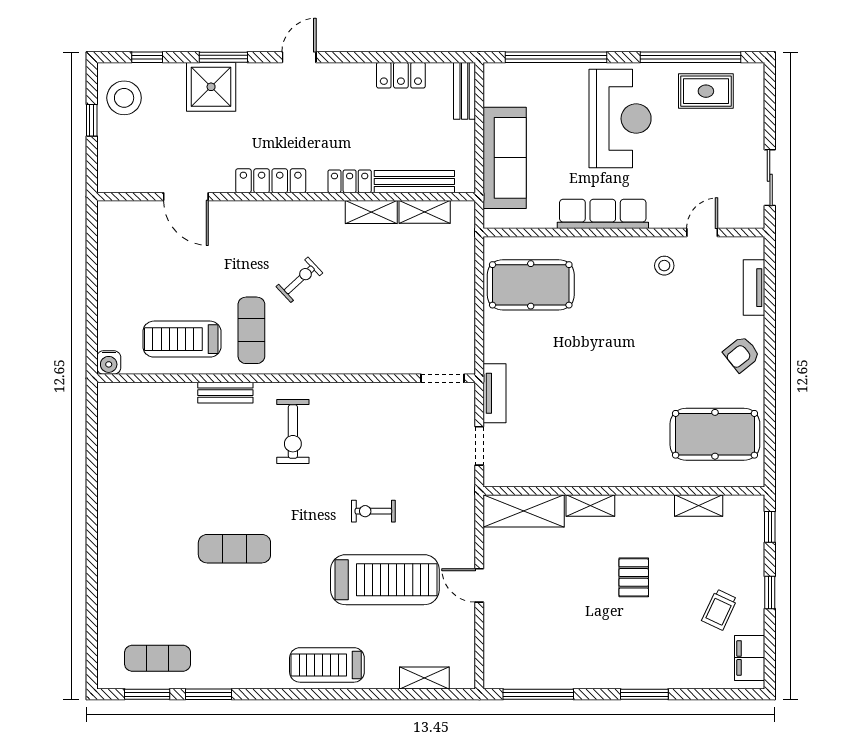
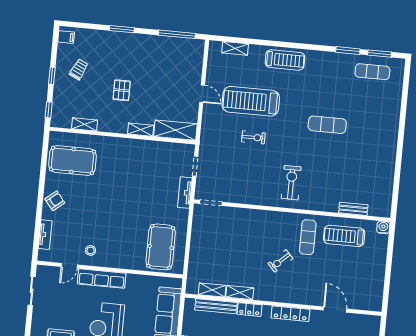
row of seats: (603, 214) -> (102, 279), moved
pool table: (531, 285) -> (161, 247), turned 90
treadmill: (182, 339) -> (344, 236), turned 180
bench: (225, 393) -> (353, 209), moved
filing cabinet: (750, 658) -> (66, 37), width x0.50

